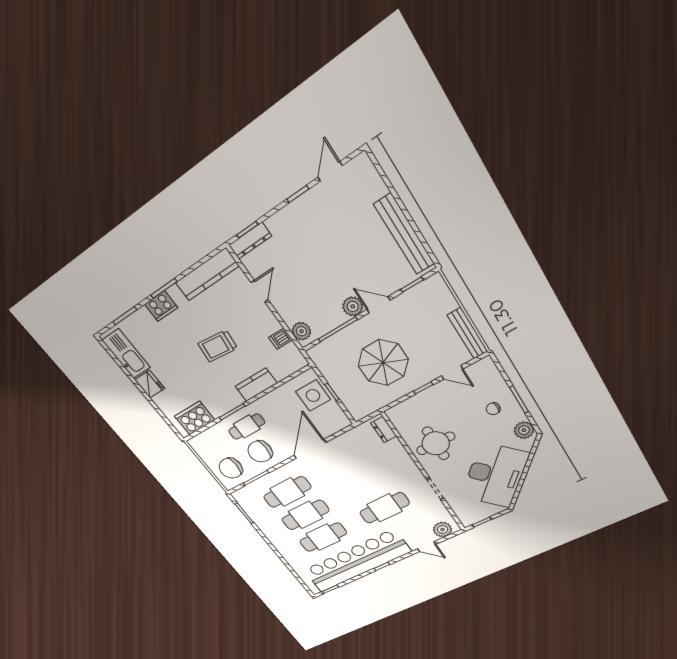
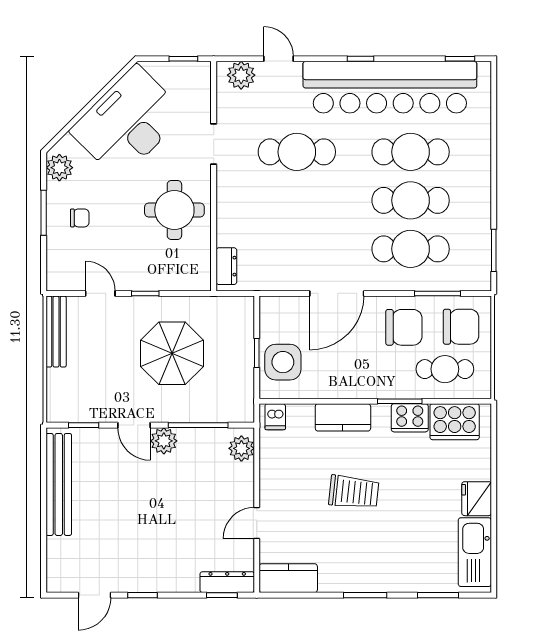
kitchen counter: (207, 274) -> (288, 578), width x0.67
cooker: (161, 306) -> (410, 418), moved, turned 180
dishwasher: (280, 339) -> (275, 417), moved, turned 90
cafe table: (247, 427) -> (445, 369), moved

